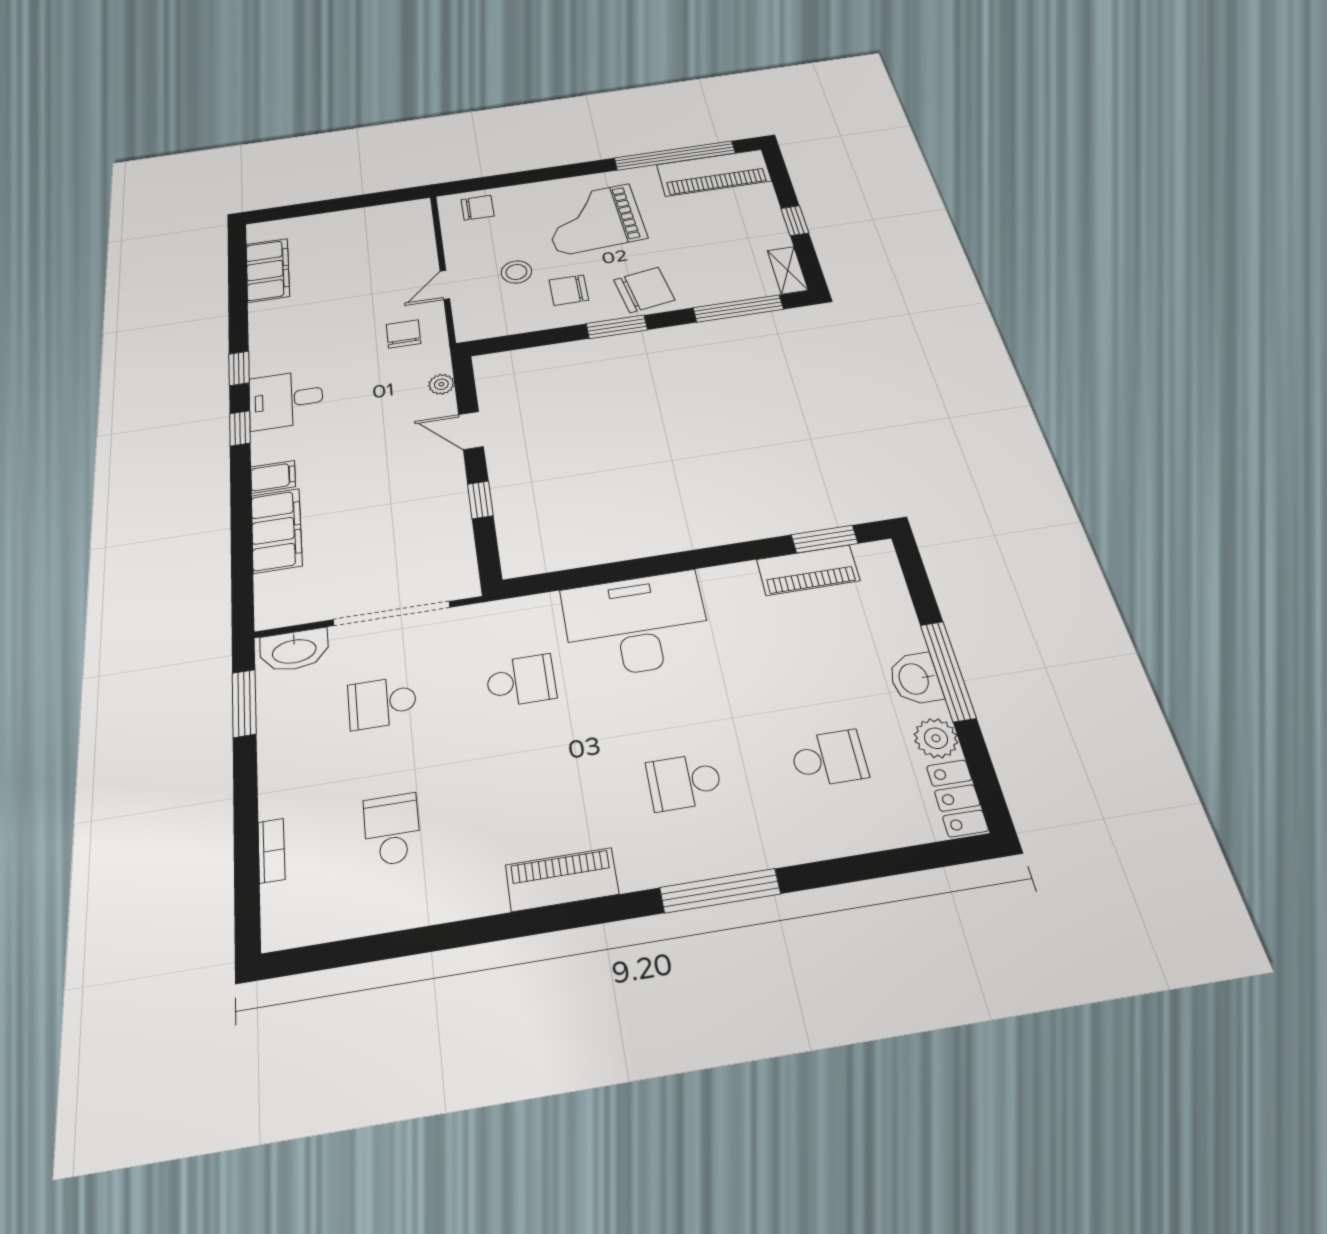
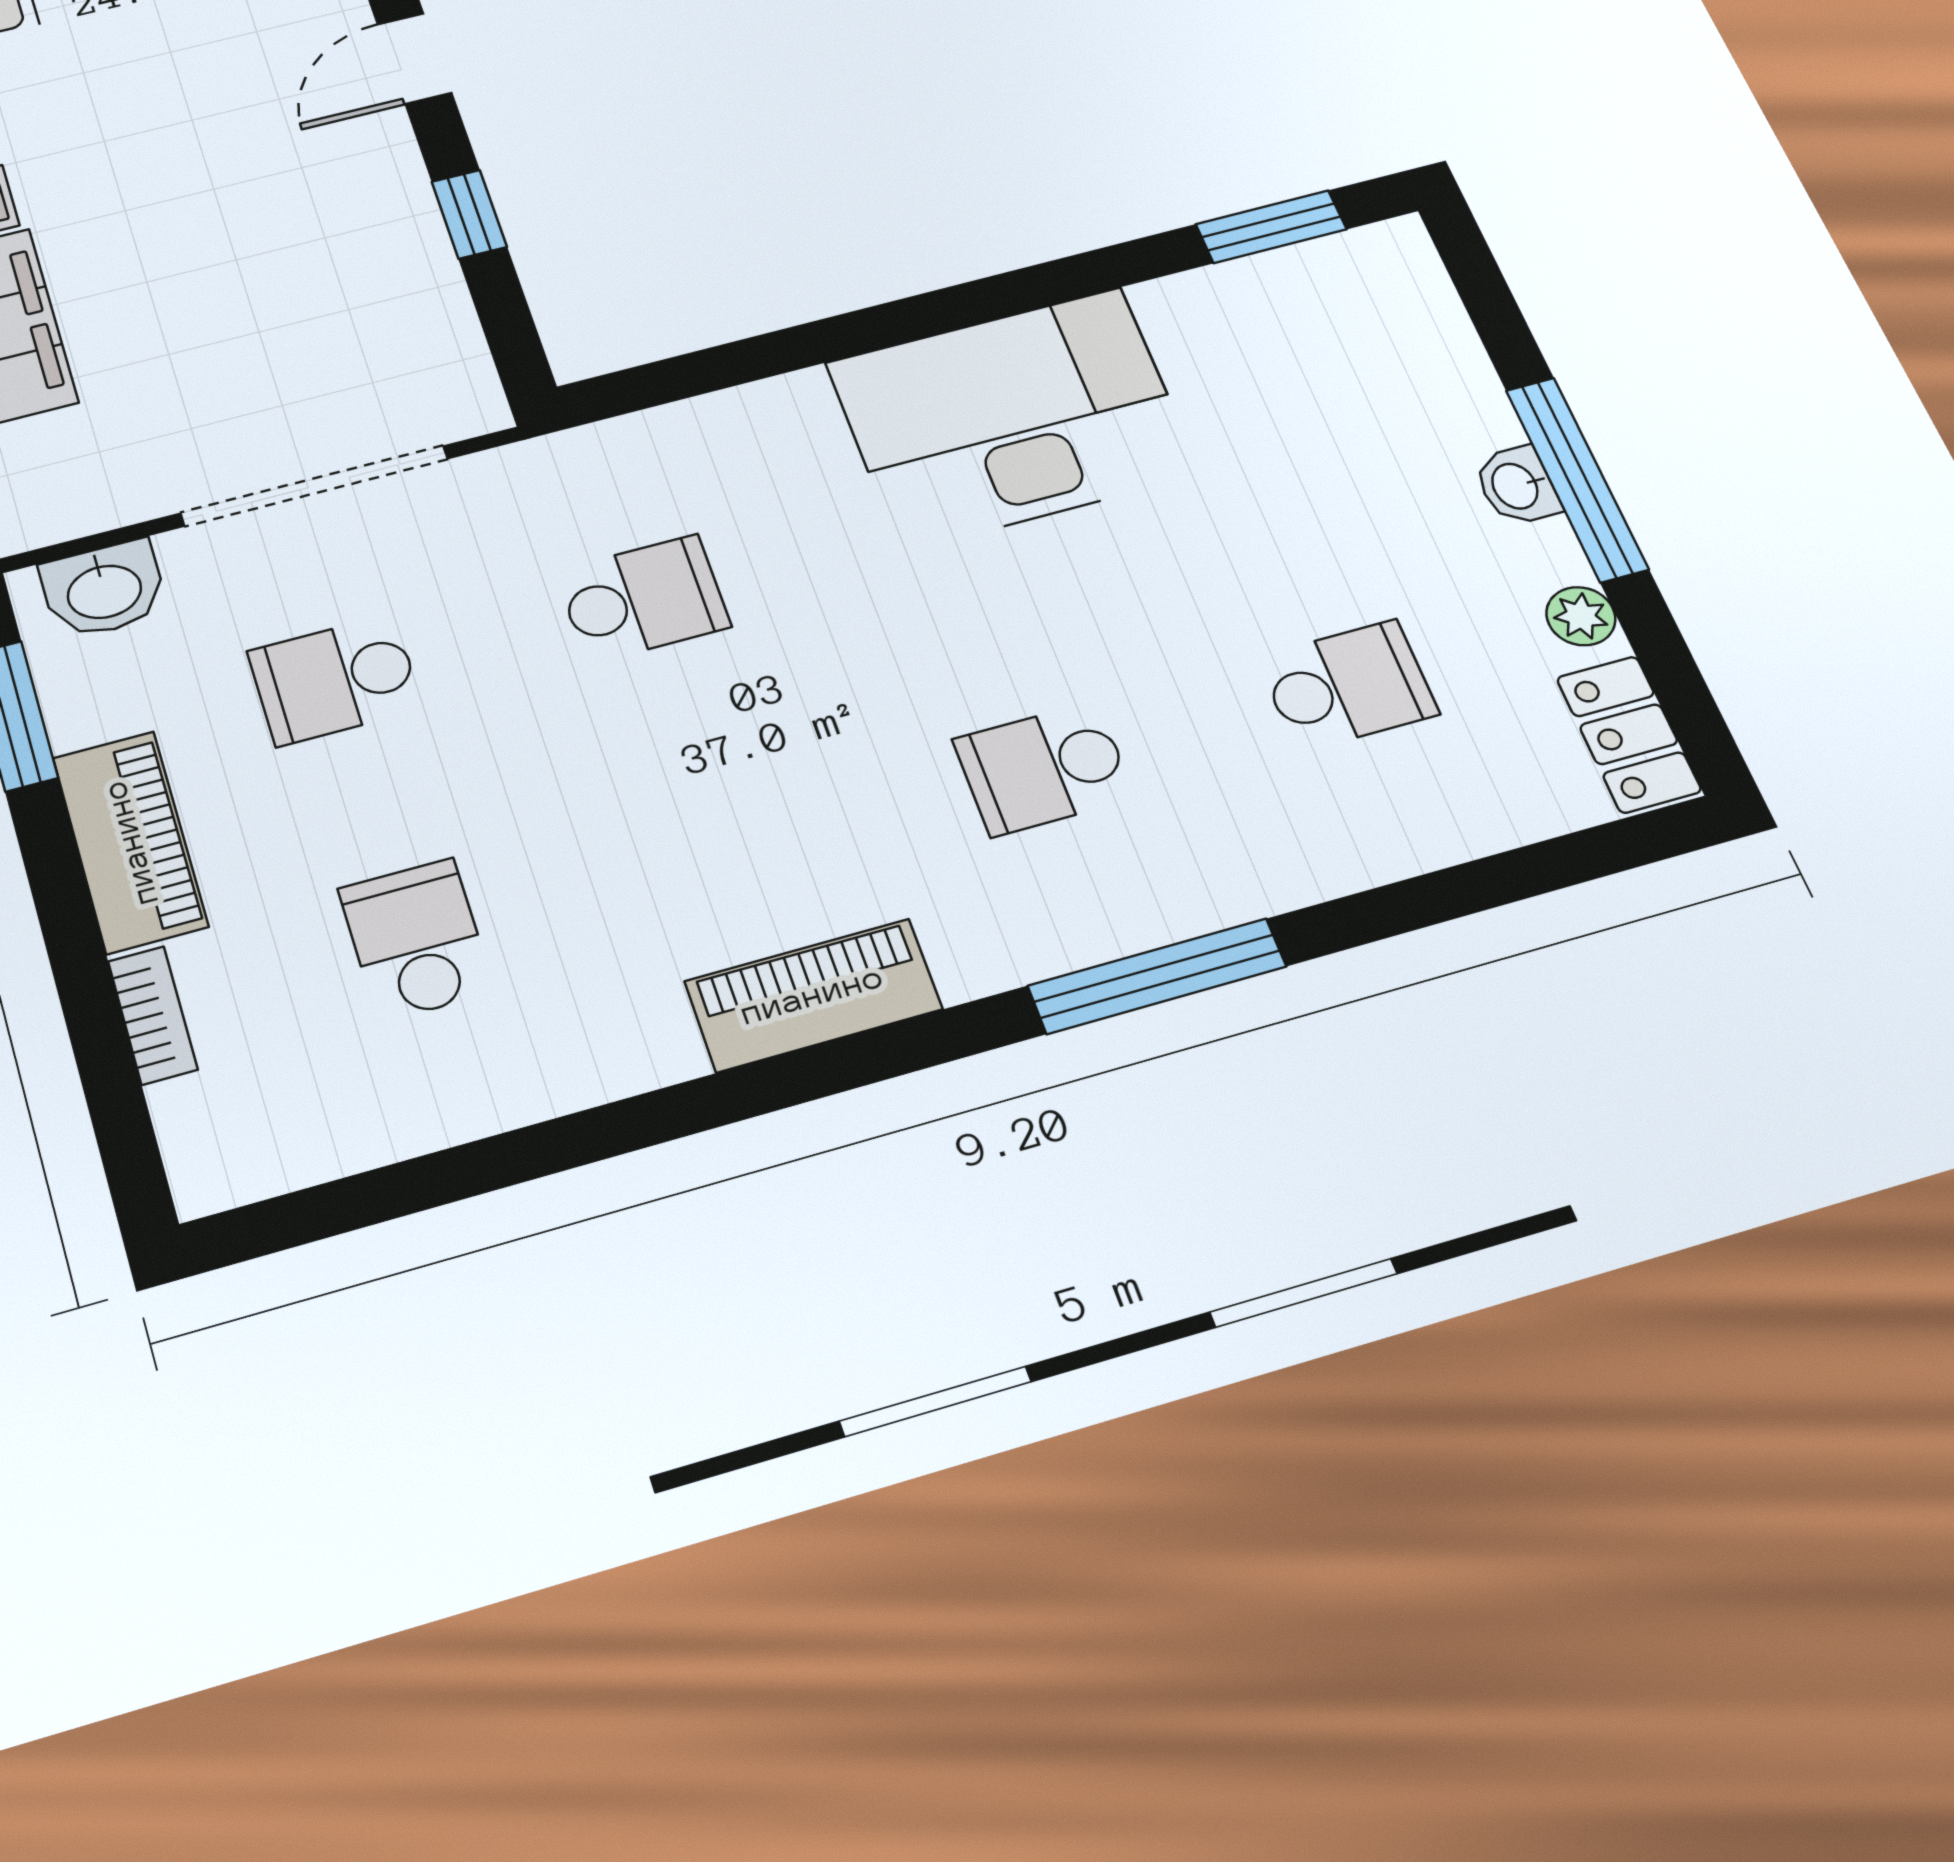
door: (471, 431) -> (414, 59), hinge flipped
piano: (808, 570) -> (130, 842), moved, turned -90
desk: (636, 624) -> (1012, 418), moved
washbasin: (294, 650) -> (104, 590), width x0.72
washbasin: (915, 679) -> (1517, 486), width x0.72, depth x0.69
plant: (936, 738) -> (1581, 616), width x0.73, depth x0.73

